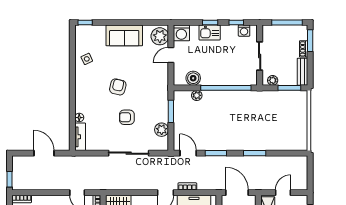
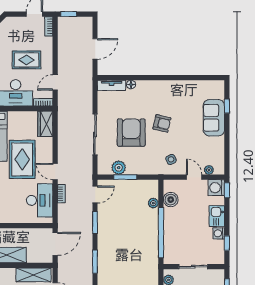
window: (85, 23) -> (227, 106), moved
window: (210, 23) -> (227, 190), moved
washing machine: (244, 31) -> (219, 233), moved
sofa: (124, 35) -> (214, 118), moved
plant: (160, 36) -> (209, 170), width x0.53, depth x0.53
side table: (87, 59) -> (171, 159), moved
window: (171, 111) -> (125, 177), moved
armchair: (127, 117) -> (131, 133), width x1.88, depth x1.88

